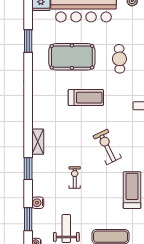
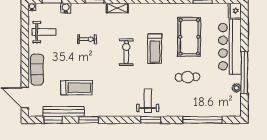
exercise bike: (107, 147) -> (126, 52), moved, turned -64

